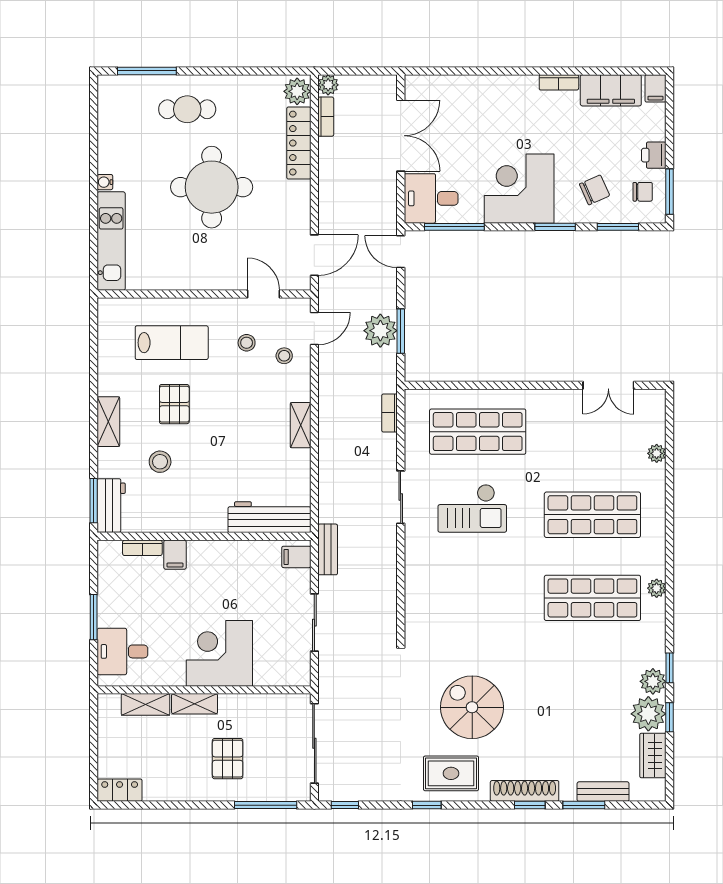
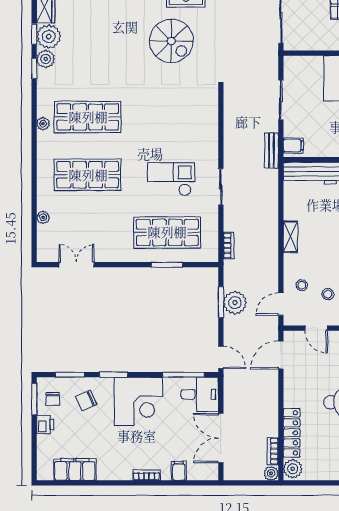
bookcase: (559, 82) -> (146, 475), moved
filing cabinet: (655, 88) -> (179, 471), moved
chair: (643, 192) -> (53, 399), turned -90
window: (478, 385) -> (167, 265), added

